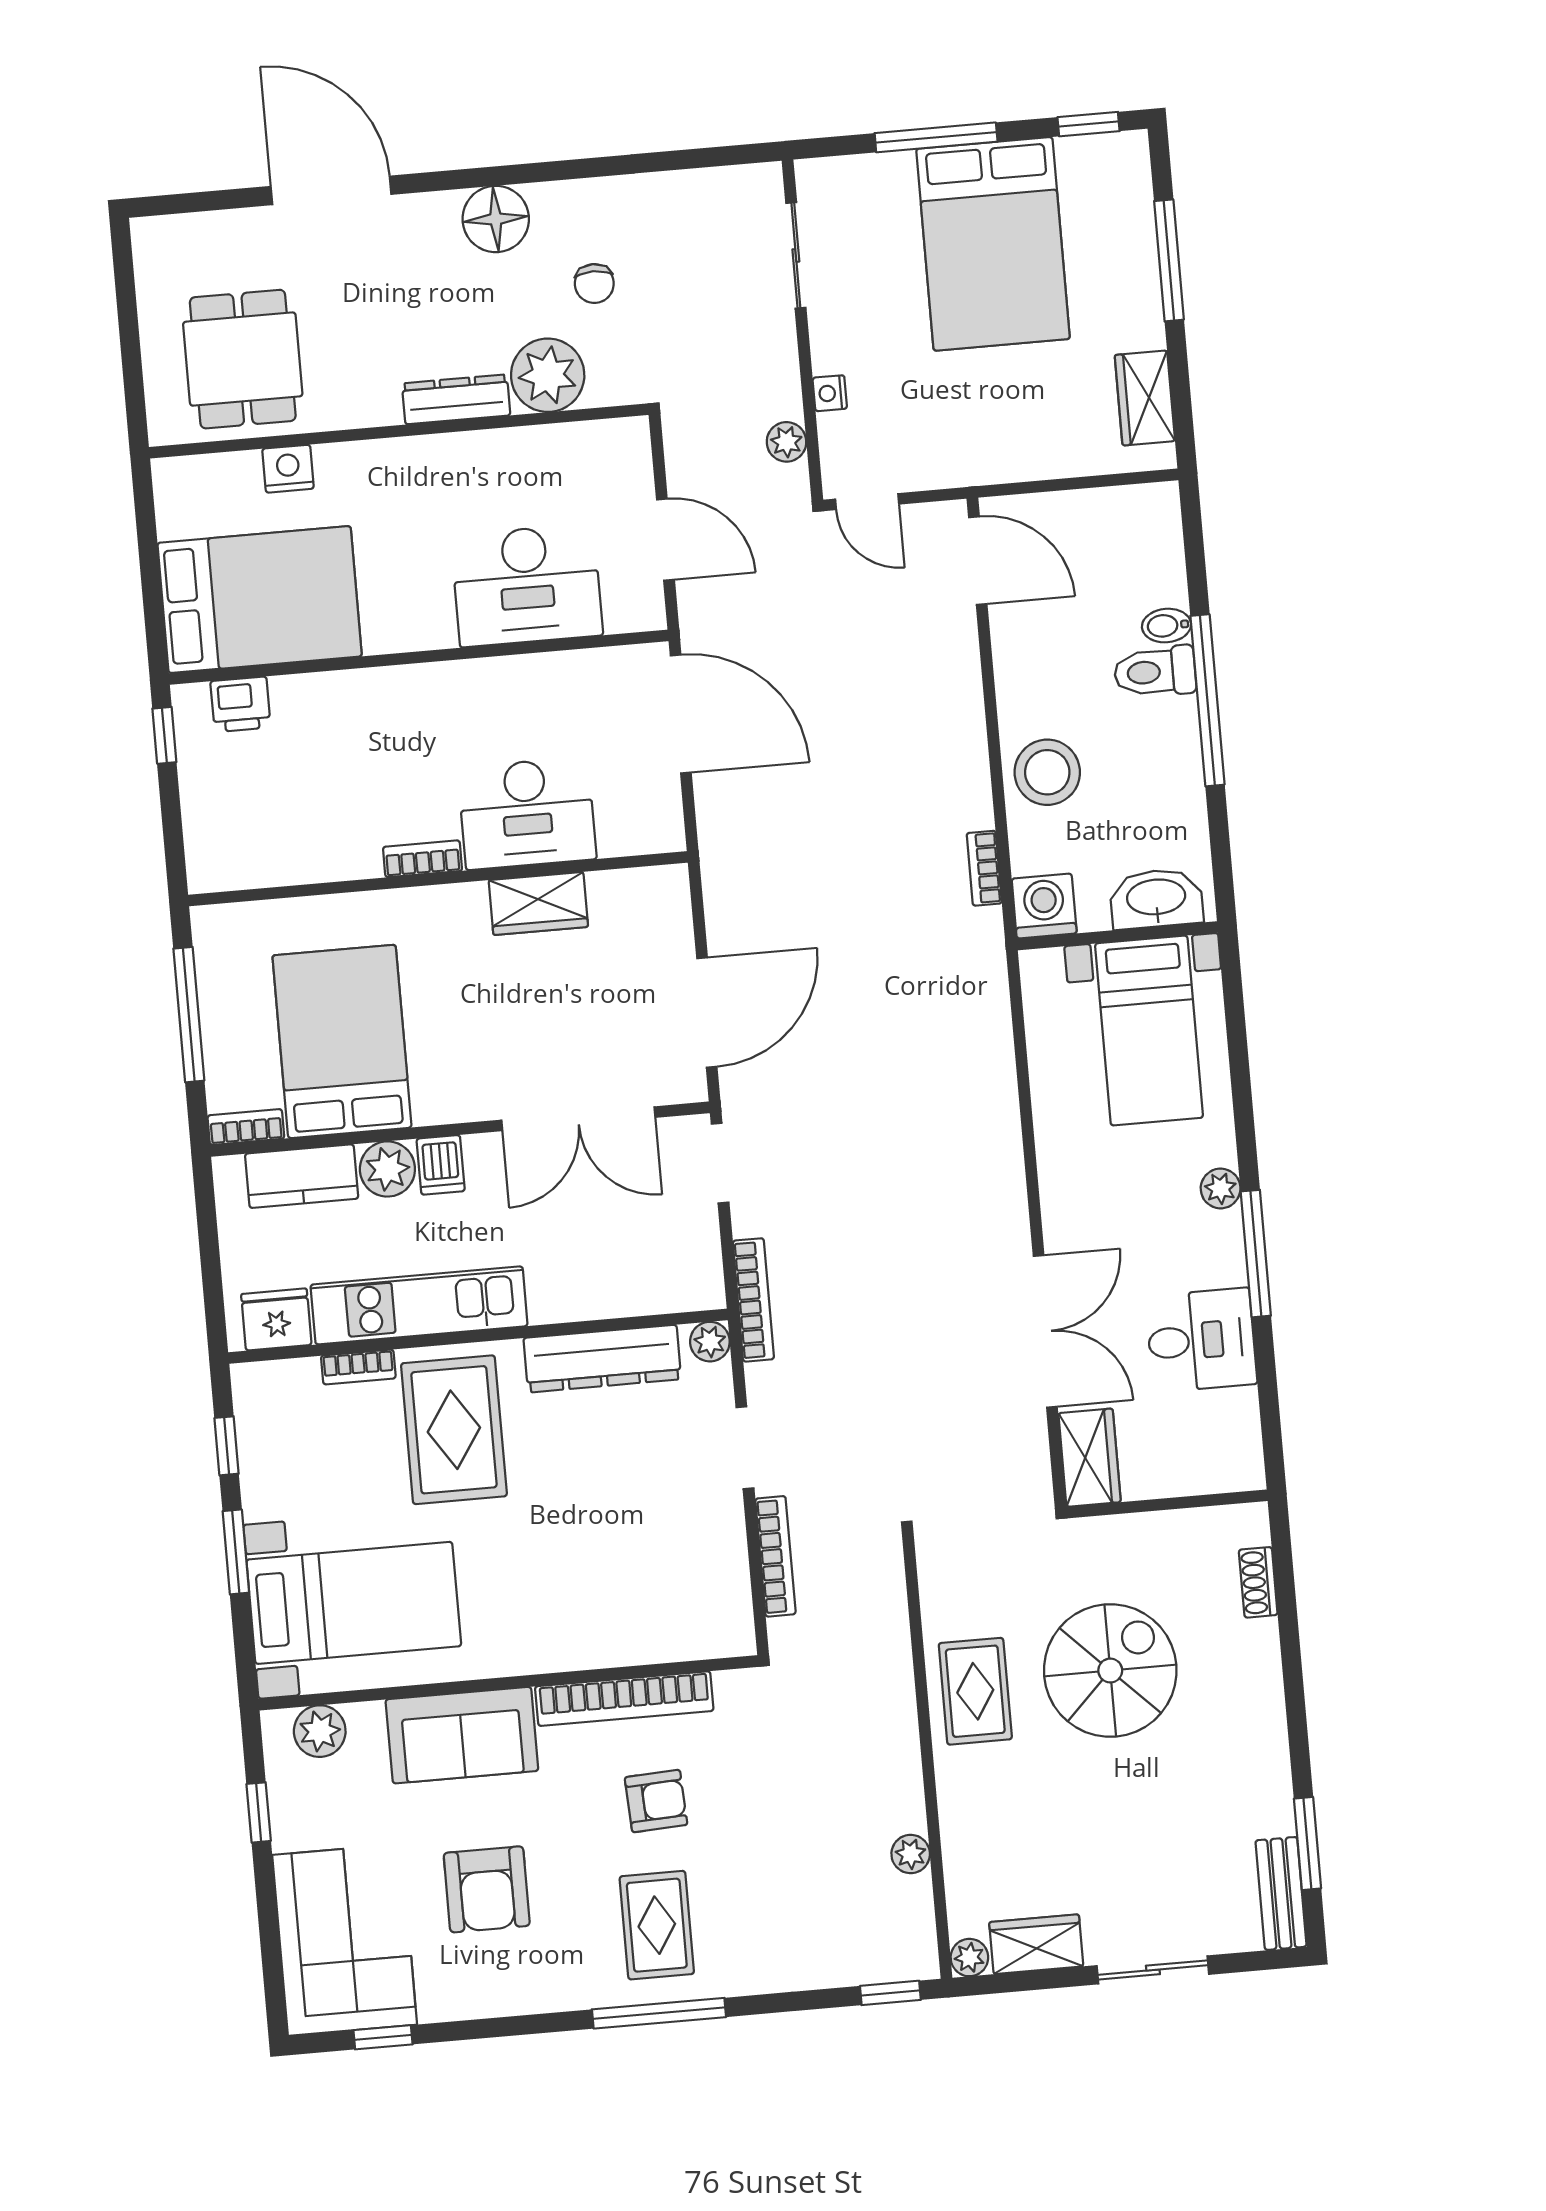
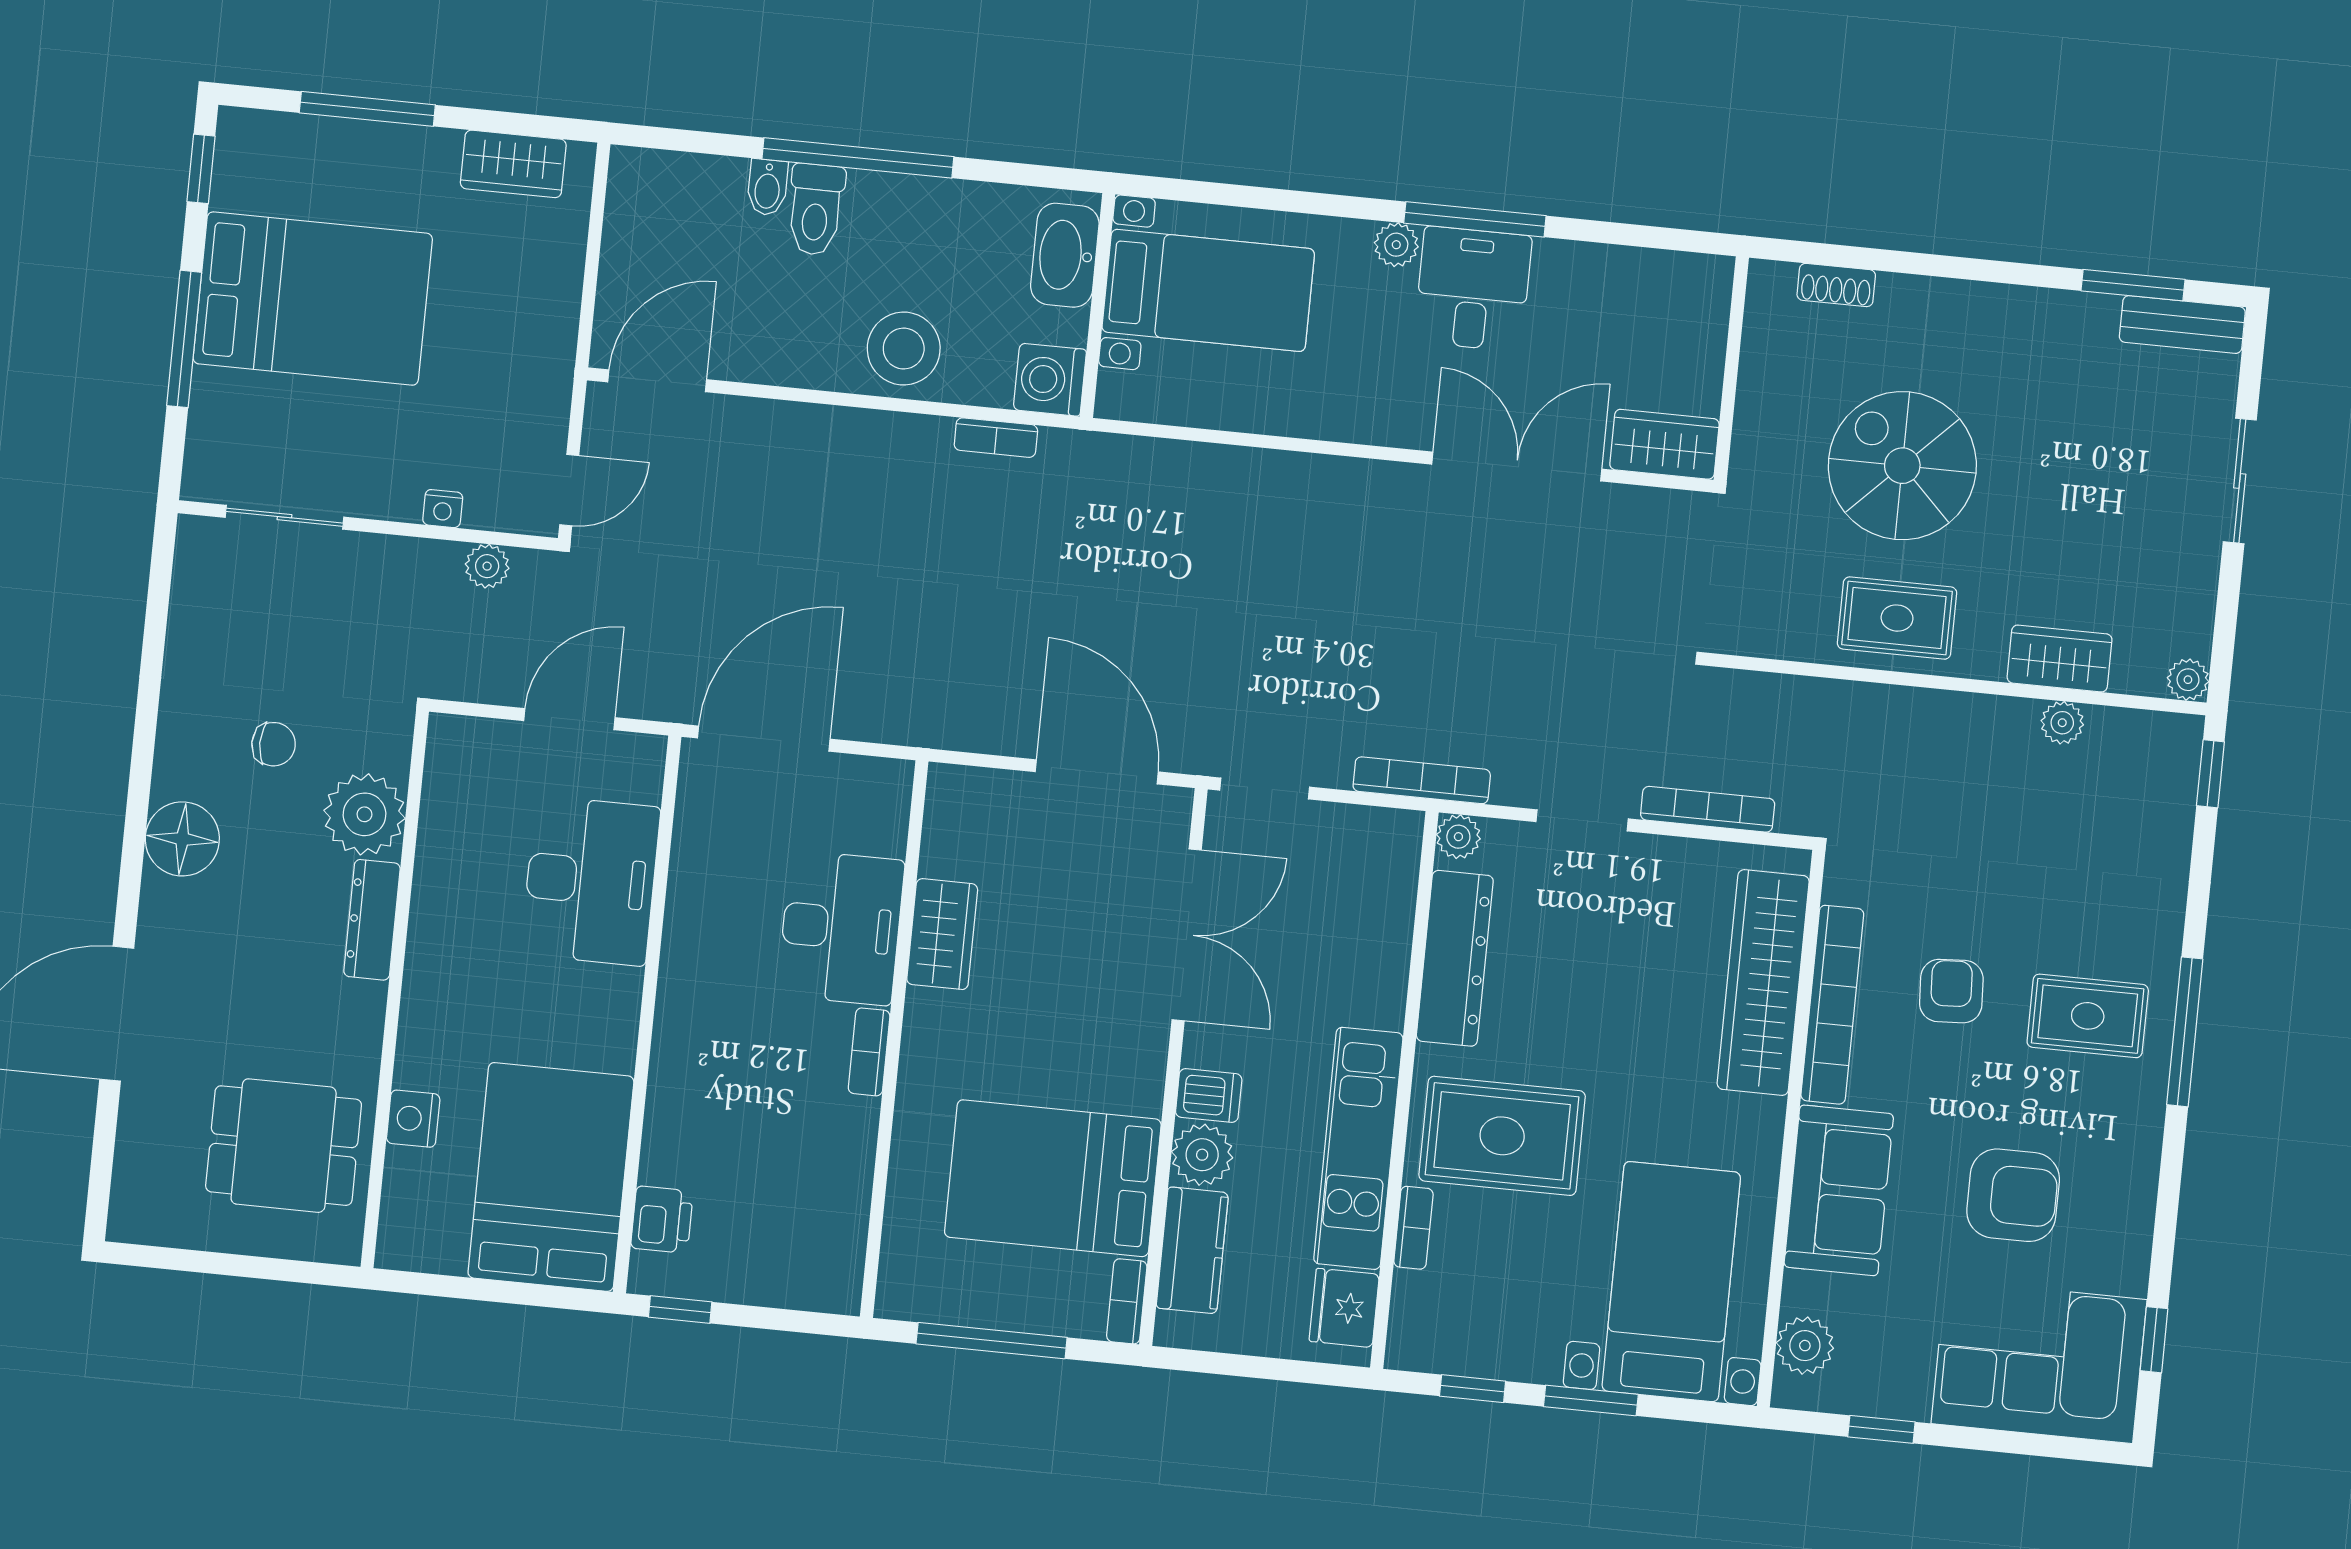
desk: (1201, 1340) -> (1473, 289), moved
wardrobe: (632, 1634) -> (1763, 983), added
wardrobe: (1036, 1944) -> (2060, 659), moved, turned 90

